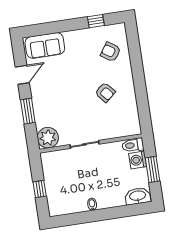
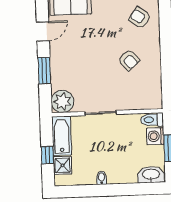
bathtub: (51, 169) -> (62, 136), added
shower: (55, 197) -> (63, 165), added

